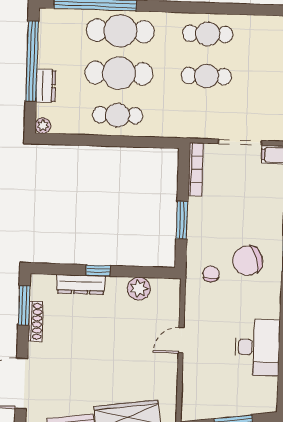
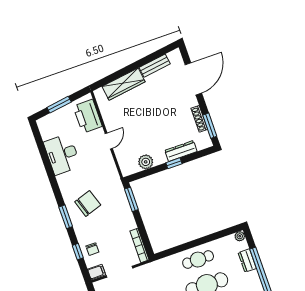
window: (182, 220) -> (131, 199), moved
chair: (211, 274) -> (92, 249), moved
printer: (198, 389) -> (88, 116), added

